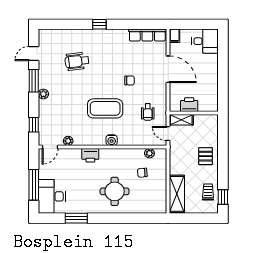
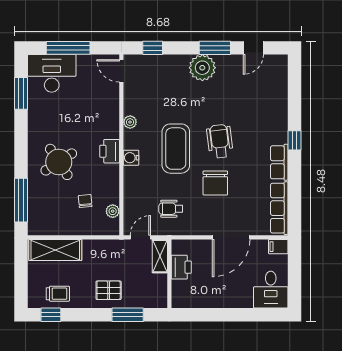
row of seats: (115, 35) -> (279, 162), added
door: (34, 53) -> (253, 48), swing flipped
wheelchair: (77, 61) -> (220, 141), moved
chair: (129, 80) -> (215, 183), width x1.87, depth x1.87
plant: (43, 94) -> (202, 68), width x1.87, depth x1.87
plant: (68, 141) -> (130, 122), moved
window: (223, 143) -> (128, 315), added
printer: (90, 155) -> (110, 151), moved
round table: (115, 191) -> (59, 162), turned -33
window: (76, 218) -> (21, 93), moved
window: (142, 218) -> (21, 200), added

